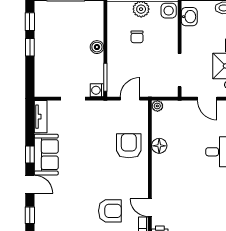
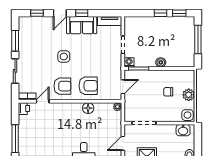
door: (130, 99) -> (123, 87), hinge flipped
side table: (89, 179) -> (64, 56), added
armchair: (110, 211) -> (62, 86), moved, turned -90

